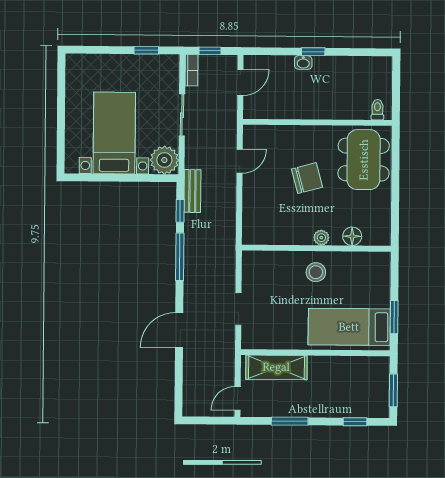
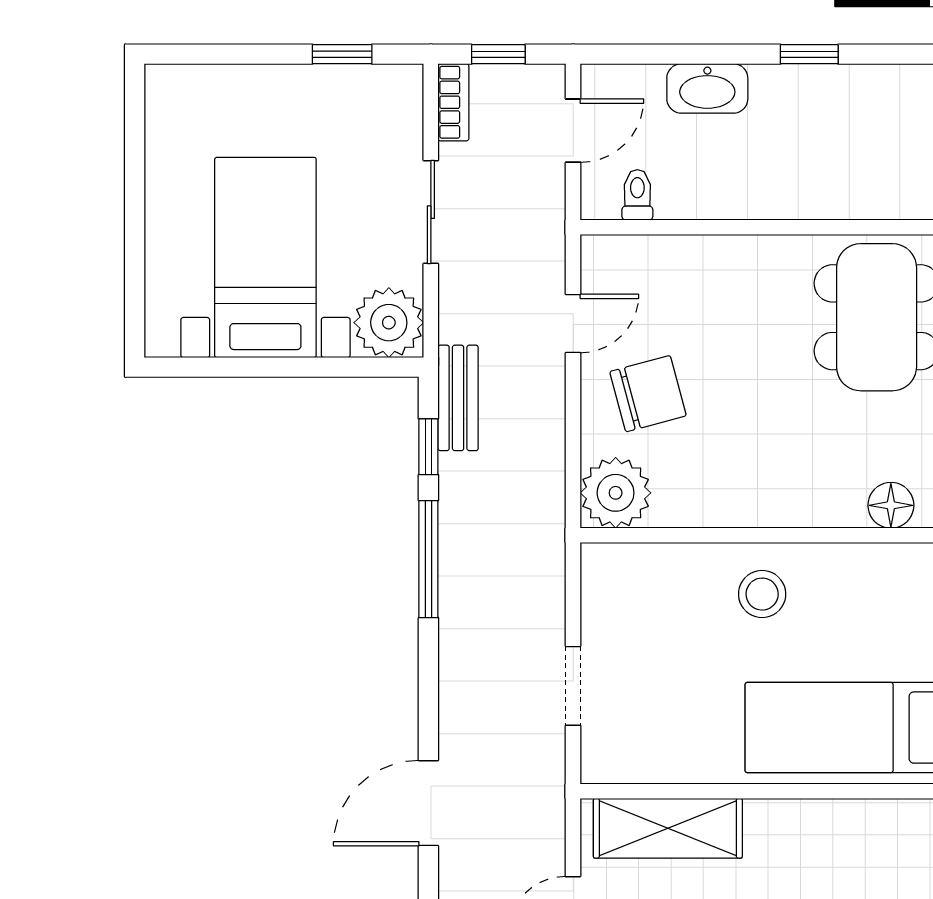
window: (313, 52) -> (809, 54), moved
washbasin: (303, 63) -> (707, 88), width x1.91, depth x1.45
toilet: (377, 110) -> (637, 195), moved
chair: (307, 178) -> (648, 394), moved
floor lamp: (352, 236) -> (891, 505), moved
plant: (321, 238) -> (616, 493), moved, width x1.87, depth x1.87
door: (179, 330) -> (428, 803), moved

